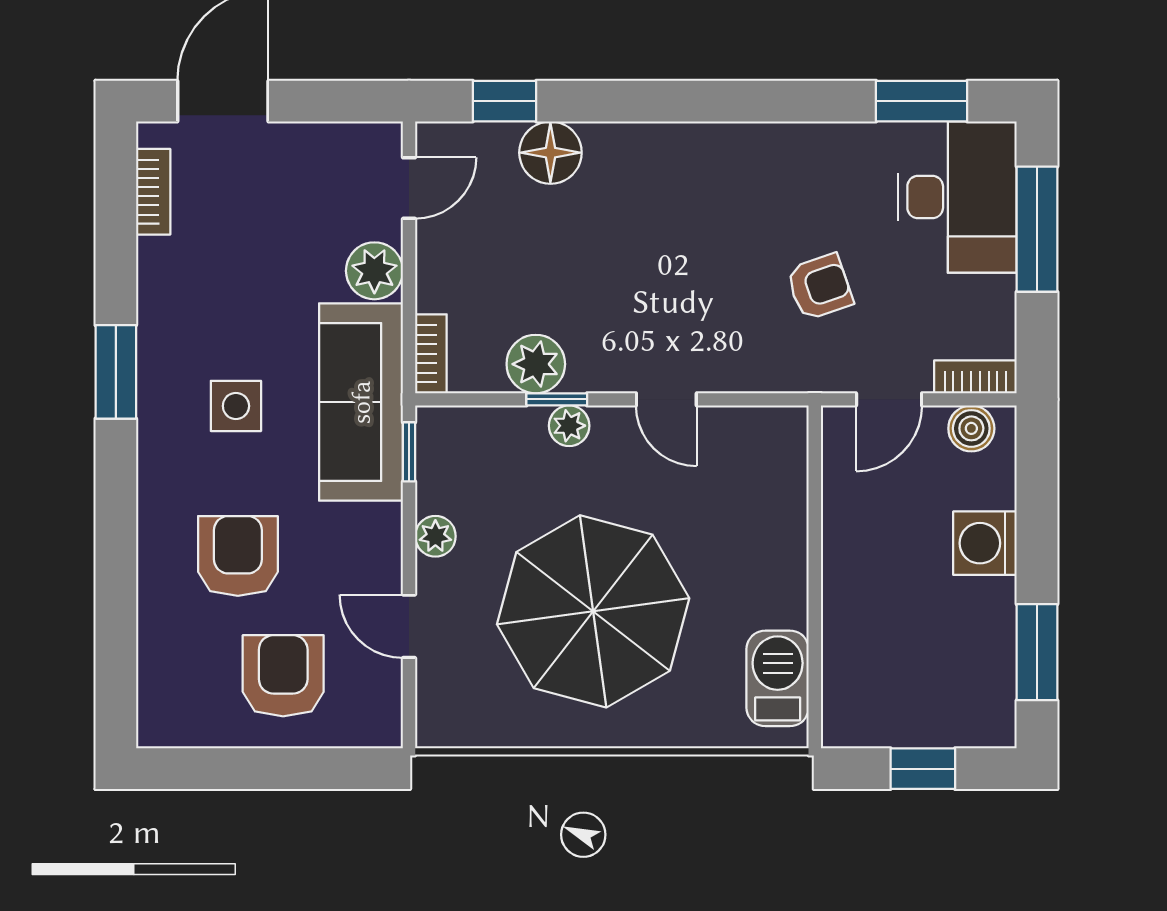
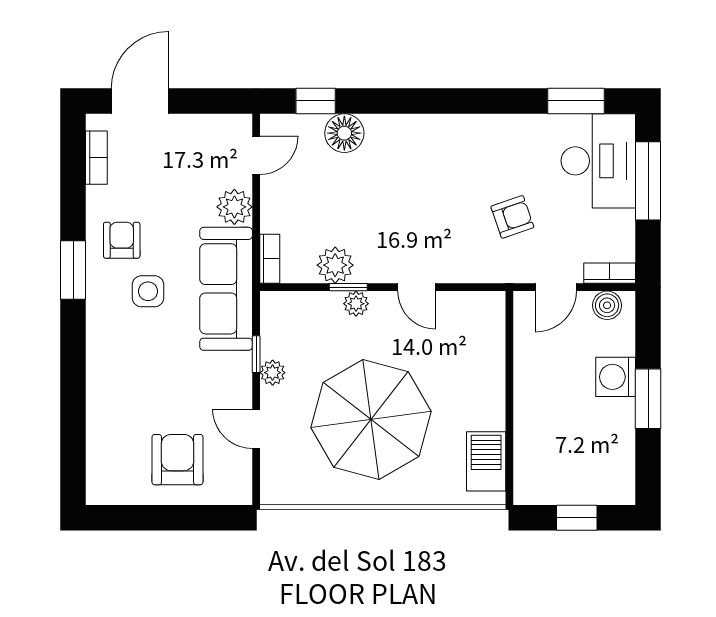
window: (409, 452) -> (256, 354), moved
armchair: (238, 556) -> (122, 240), moved, width x0.72, depth x0.72
window: (1037, 652) -> (648, 399), moved

